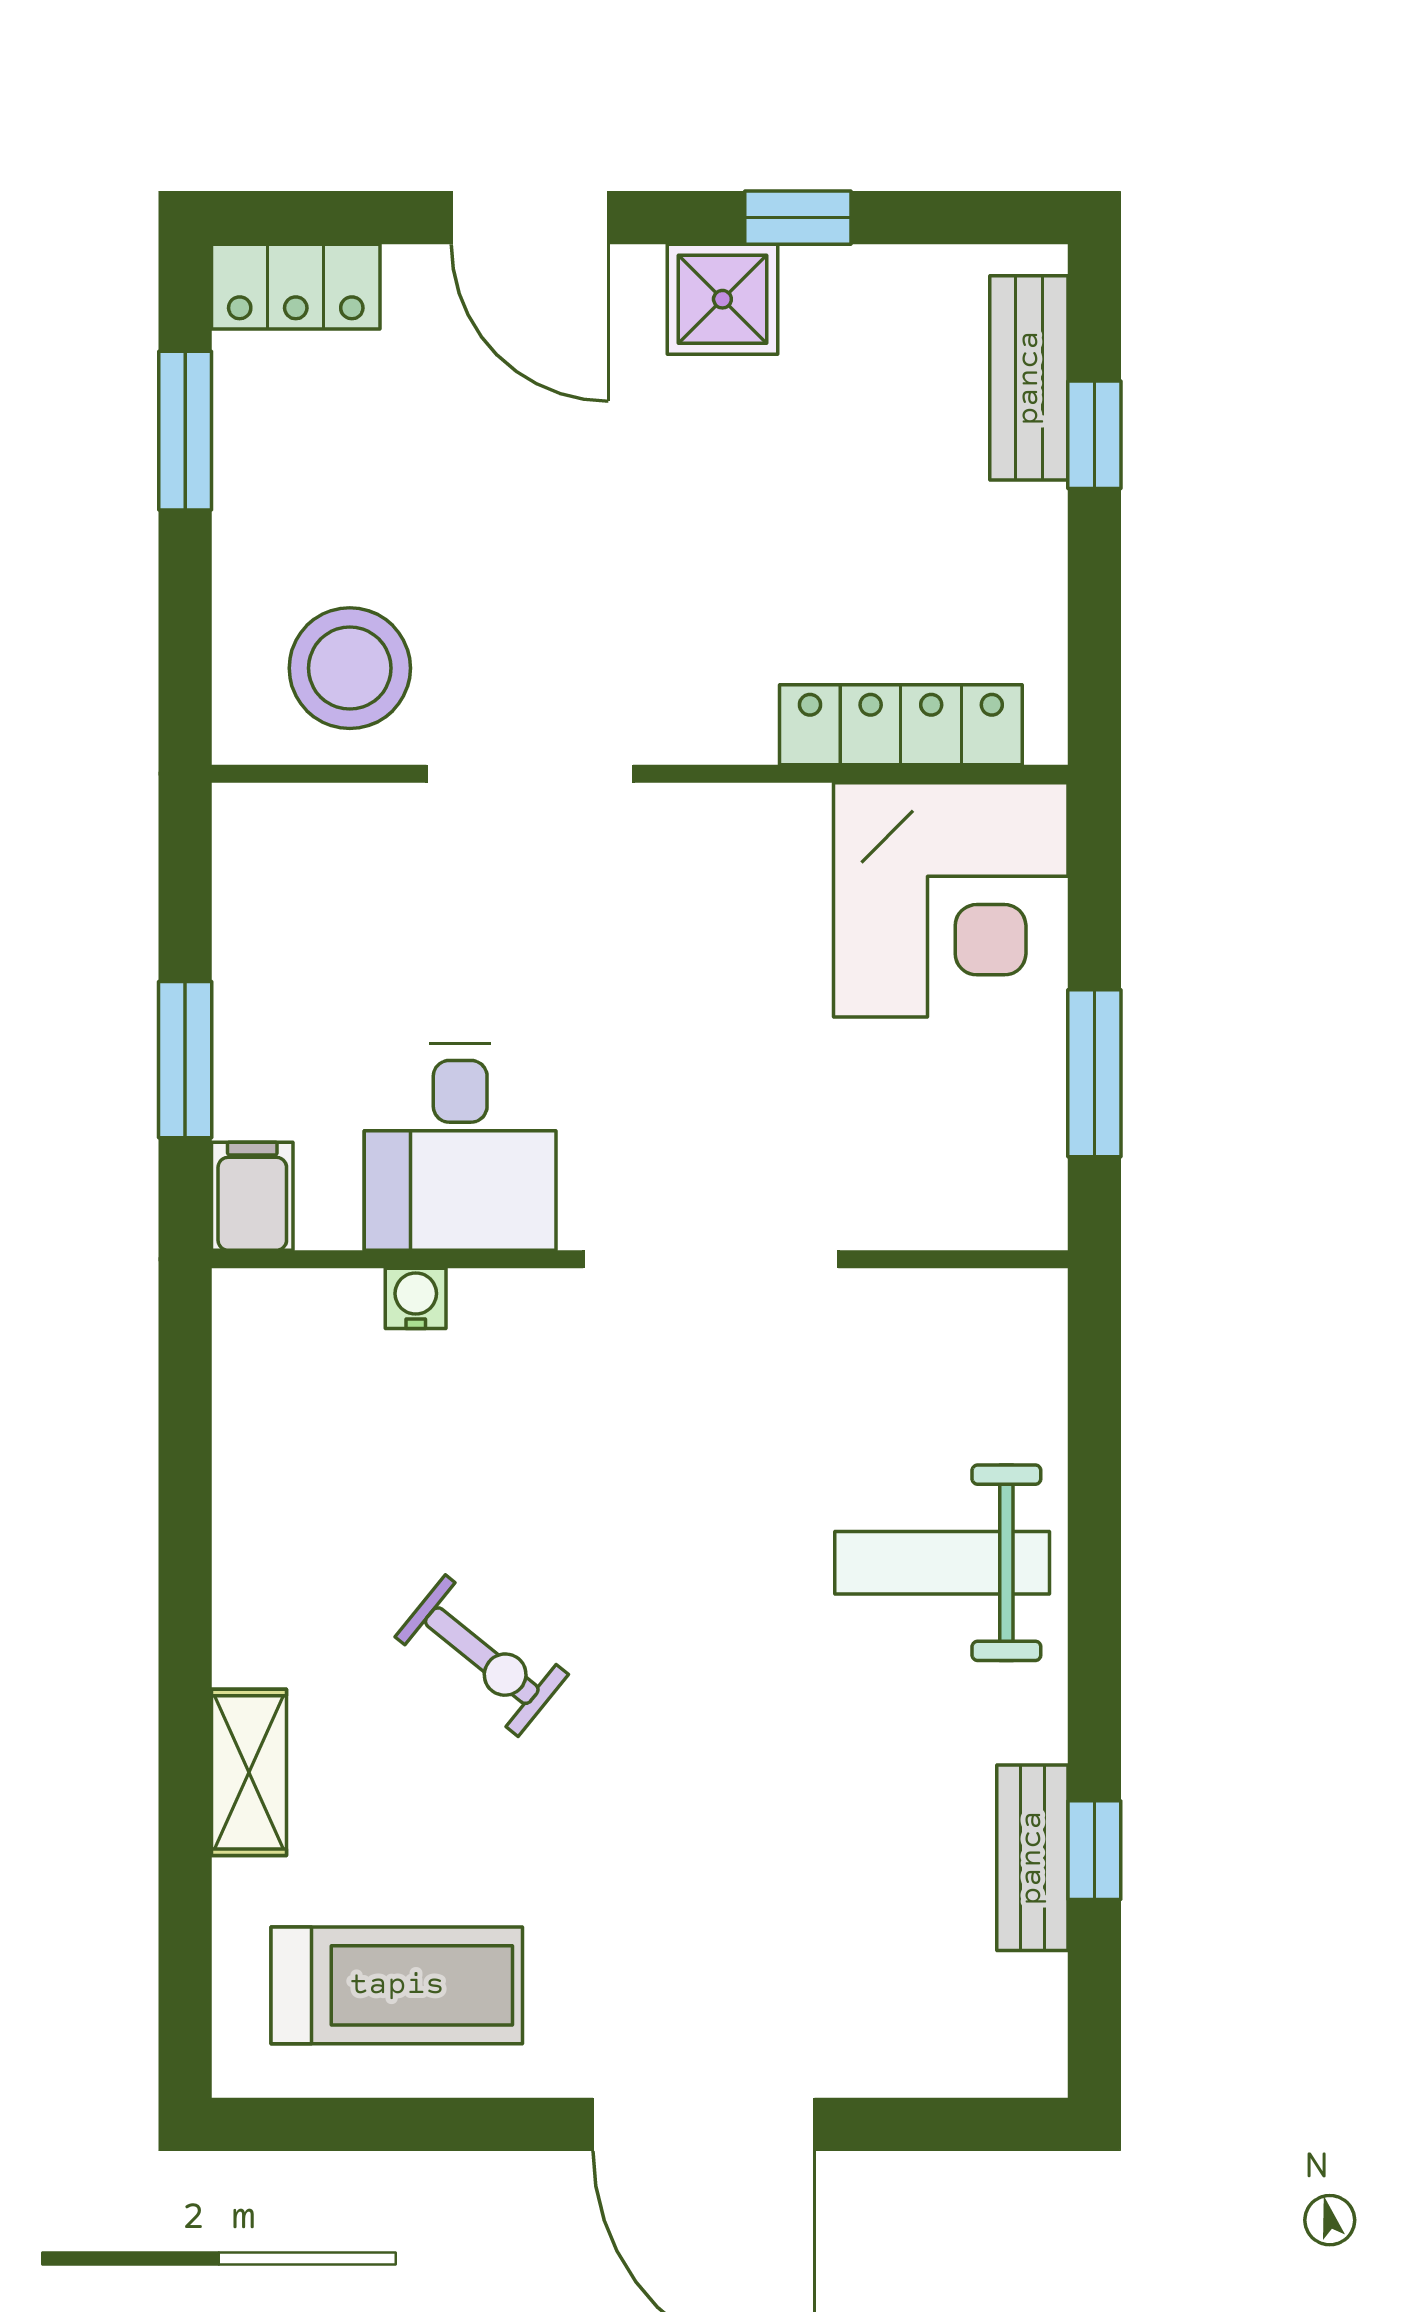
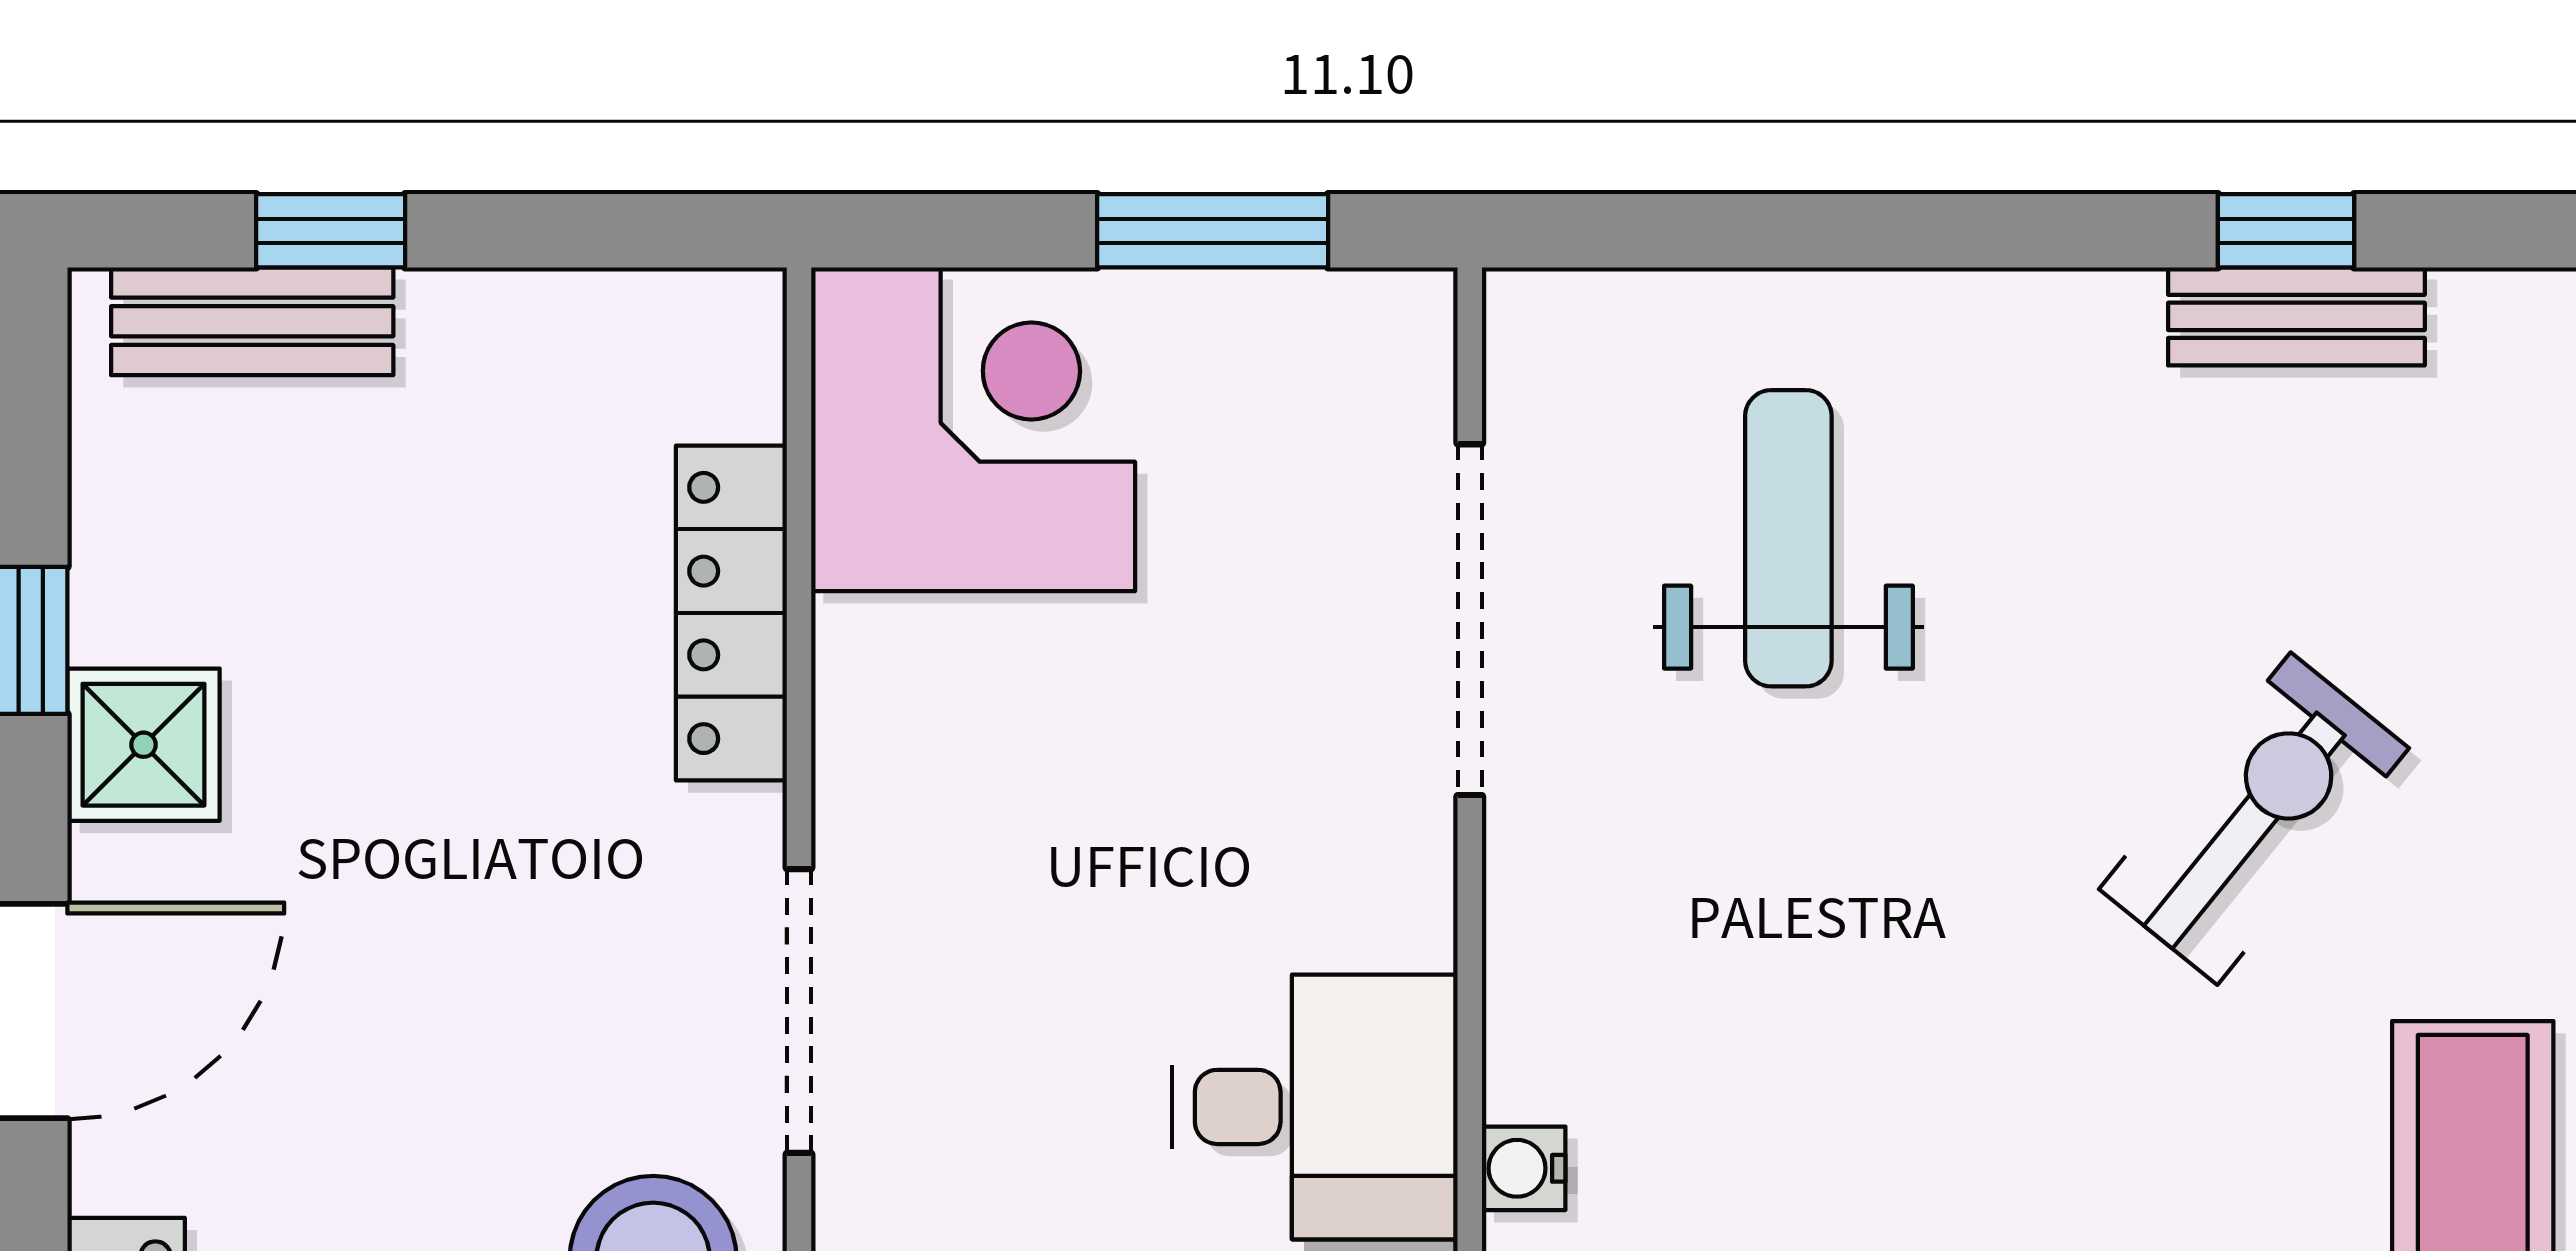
locker: (901, 725) -> (731, 613), moved
doorway: (711, 1259) -> (1470, 620), moved
weight bench: (942, 1563) -> (1788, 538), moved, turned 180
exercise bike: (482, 1656) -> (2254, 819), moved, width x1.38, depth x1.39

